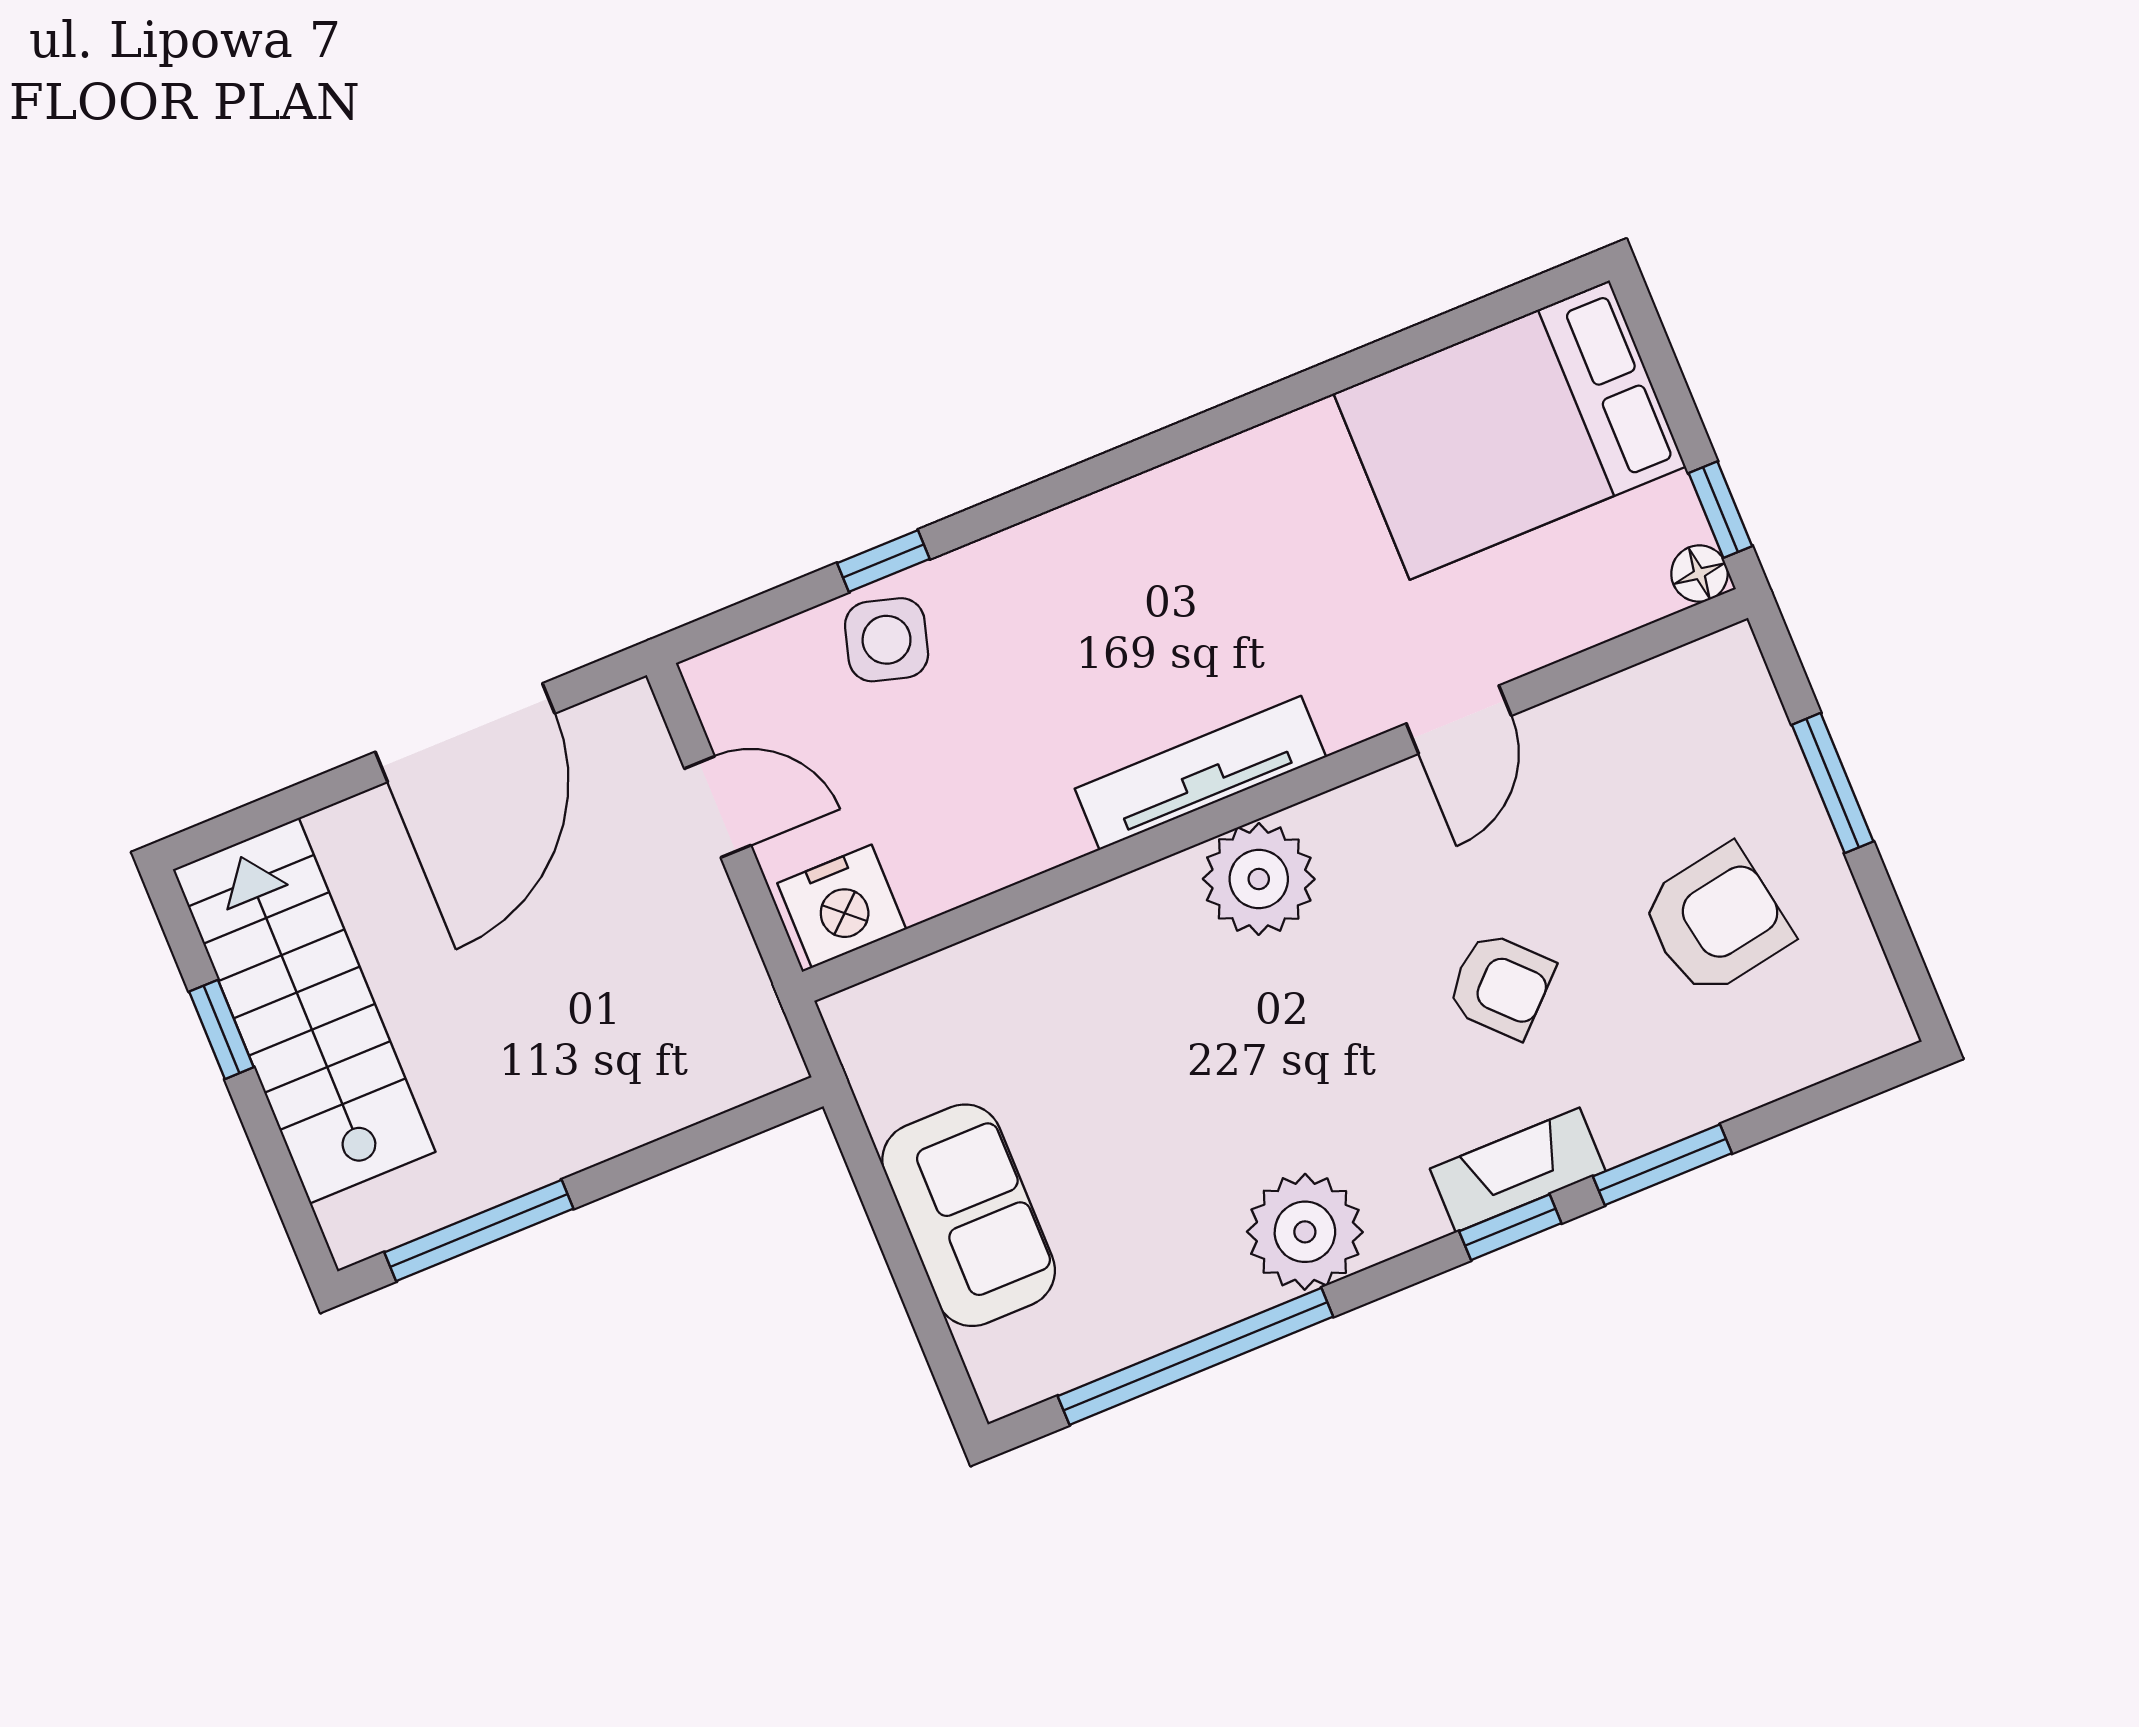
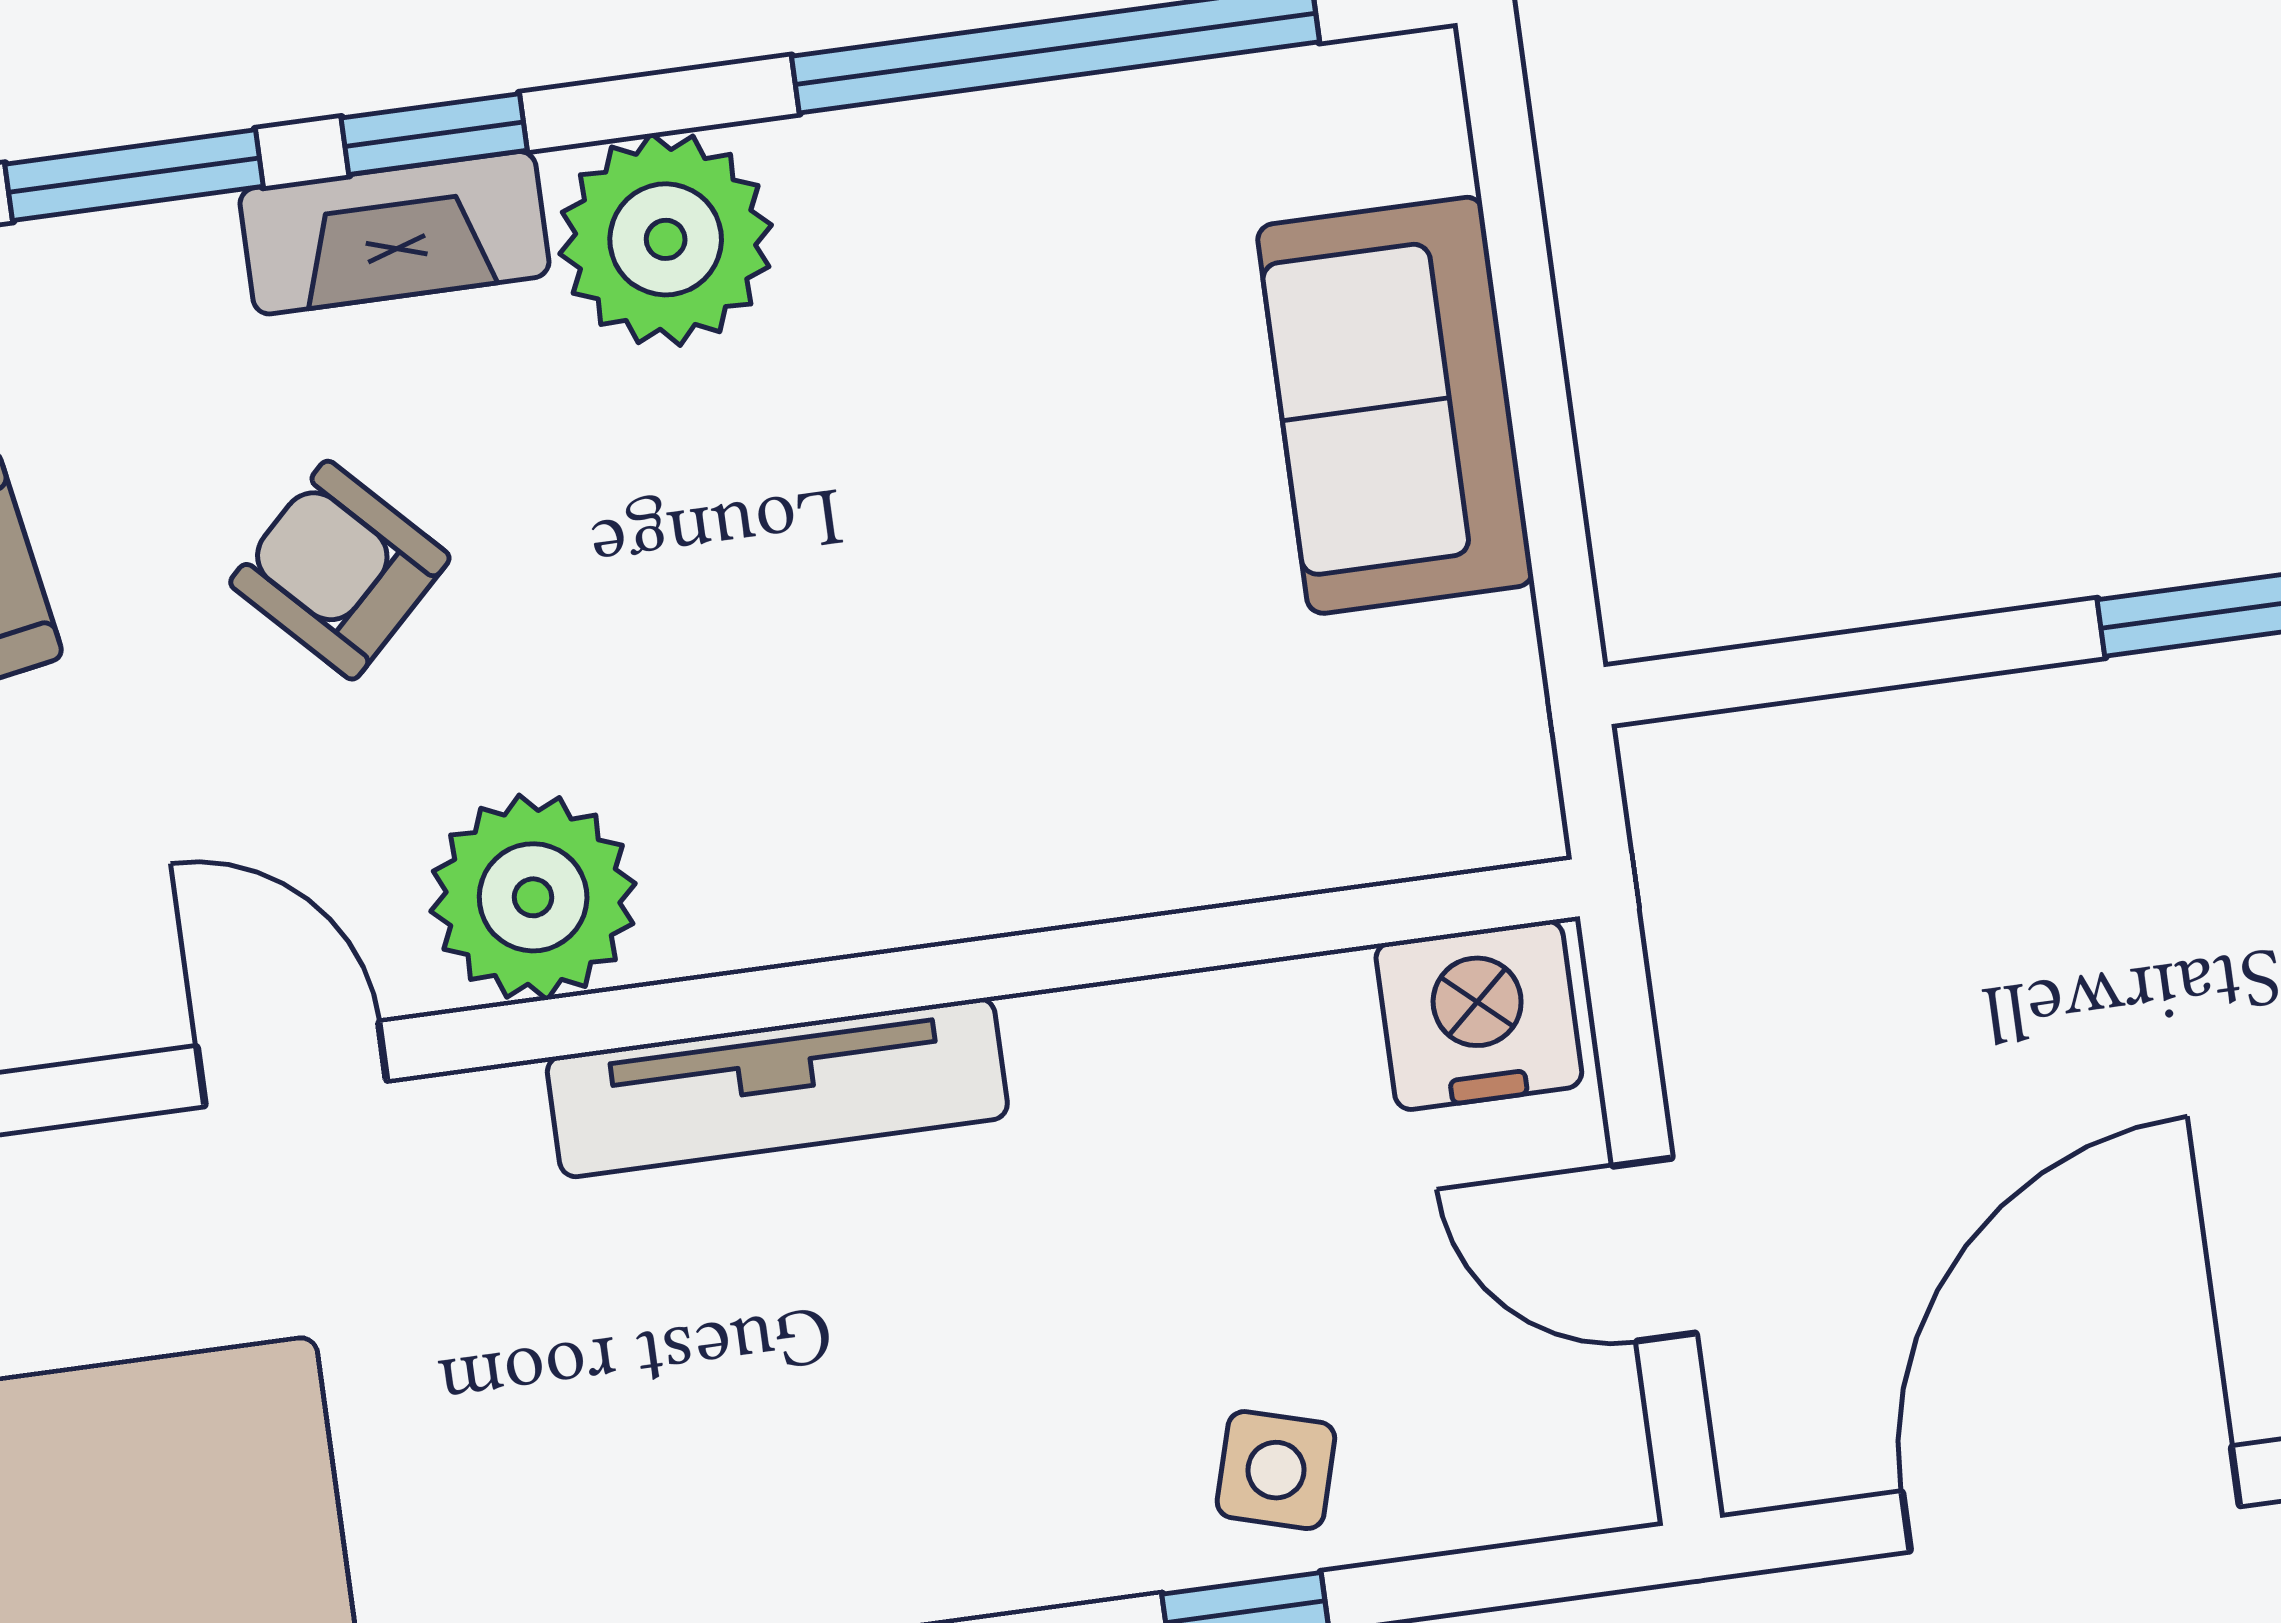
side table: (887, 640) -> (1276, 1470), width x0.73, depth x0.73
door: (1459, 720) -> (292, 1064), hinge flipped
plant: (1259, 879) -> (533, 897), moved
plant: (1305, 1232) -> (666, 239), moved

